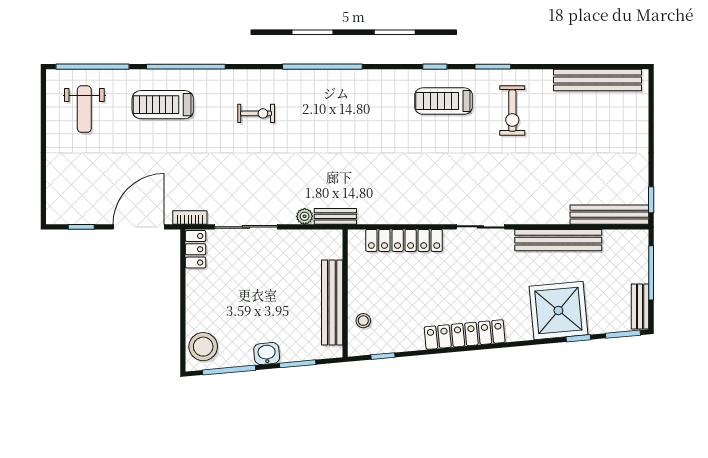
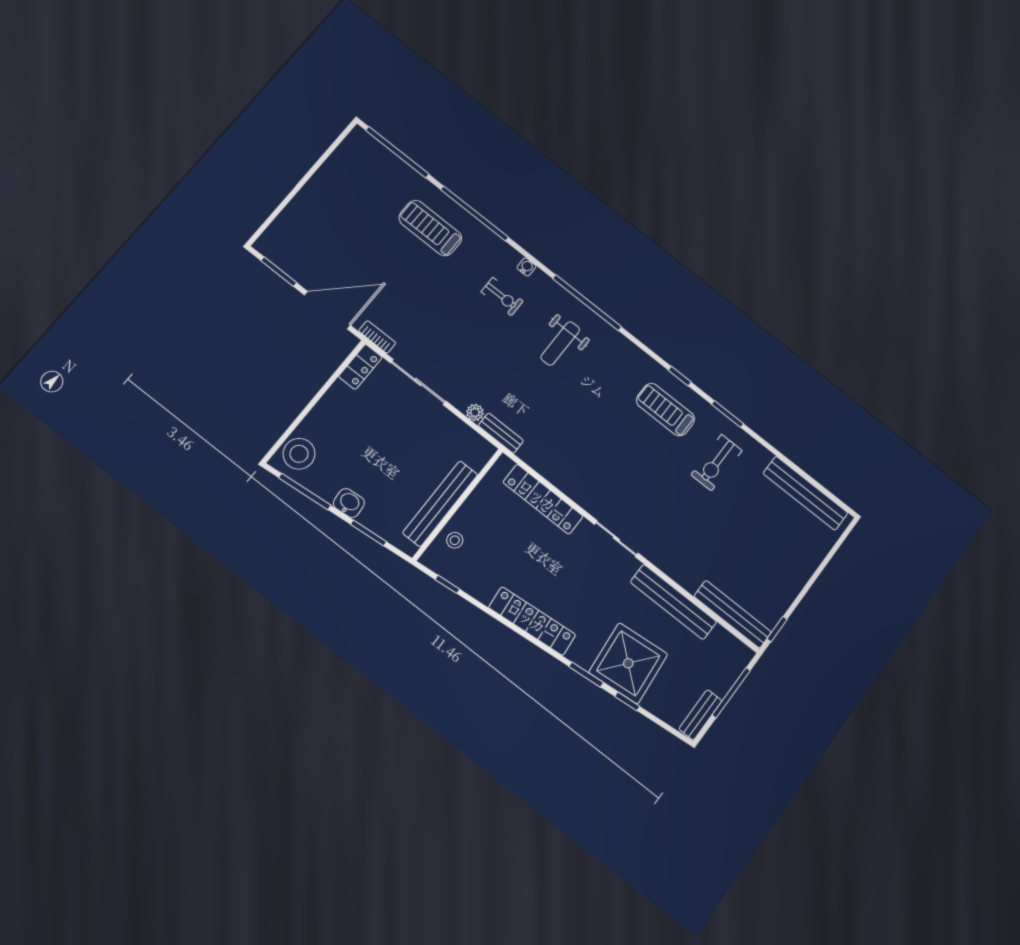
water cooler: (256, 76) -> (526, 267), added
weight bench: (84, 109) -> (560, 343), moved
window: (81, 227) -> (279, 272), width x1.50
window: (623, 334) -> (586, 675), moved

